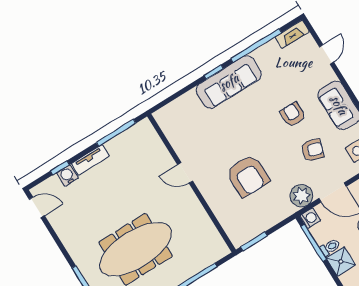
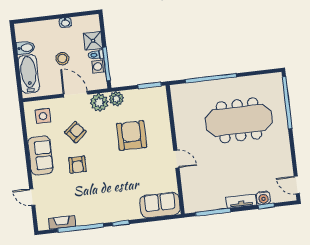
fireplace: (292, 34) -> (62, 222), moved
door: (327, 54) -> (32, 197), hinge flipped
sofa: (229, 82) -> (160, 205), moved, width x0.73
armchair: (312, 150) -> (75, 132), turned 123
plant: (284, 209) -> (116, 99), added
washing machine: (310, 218) -> (99, 66), moved

